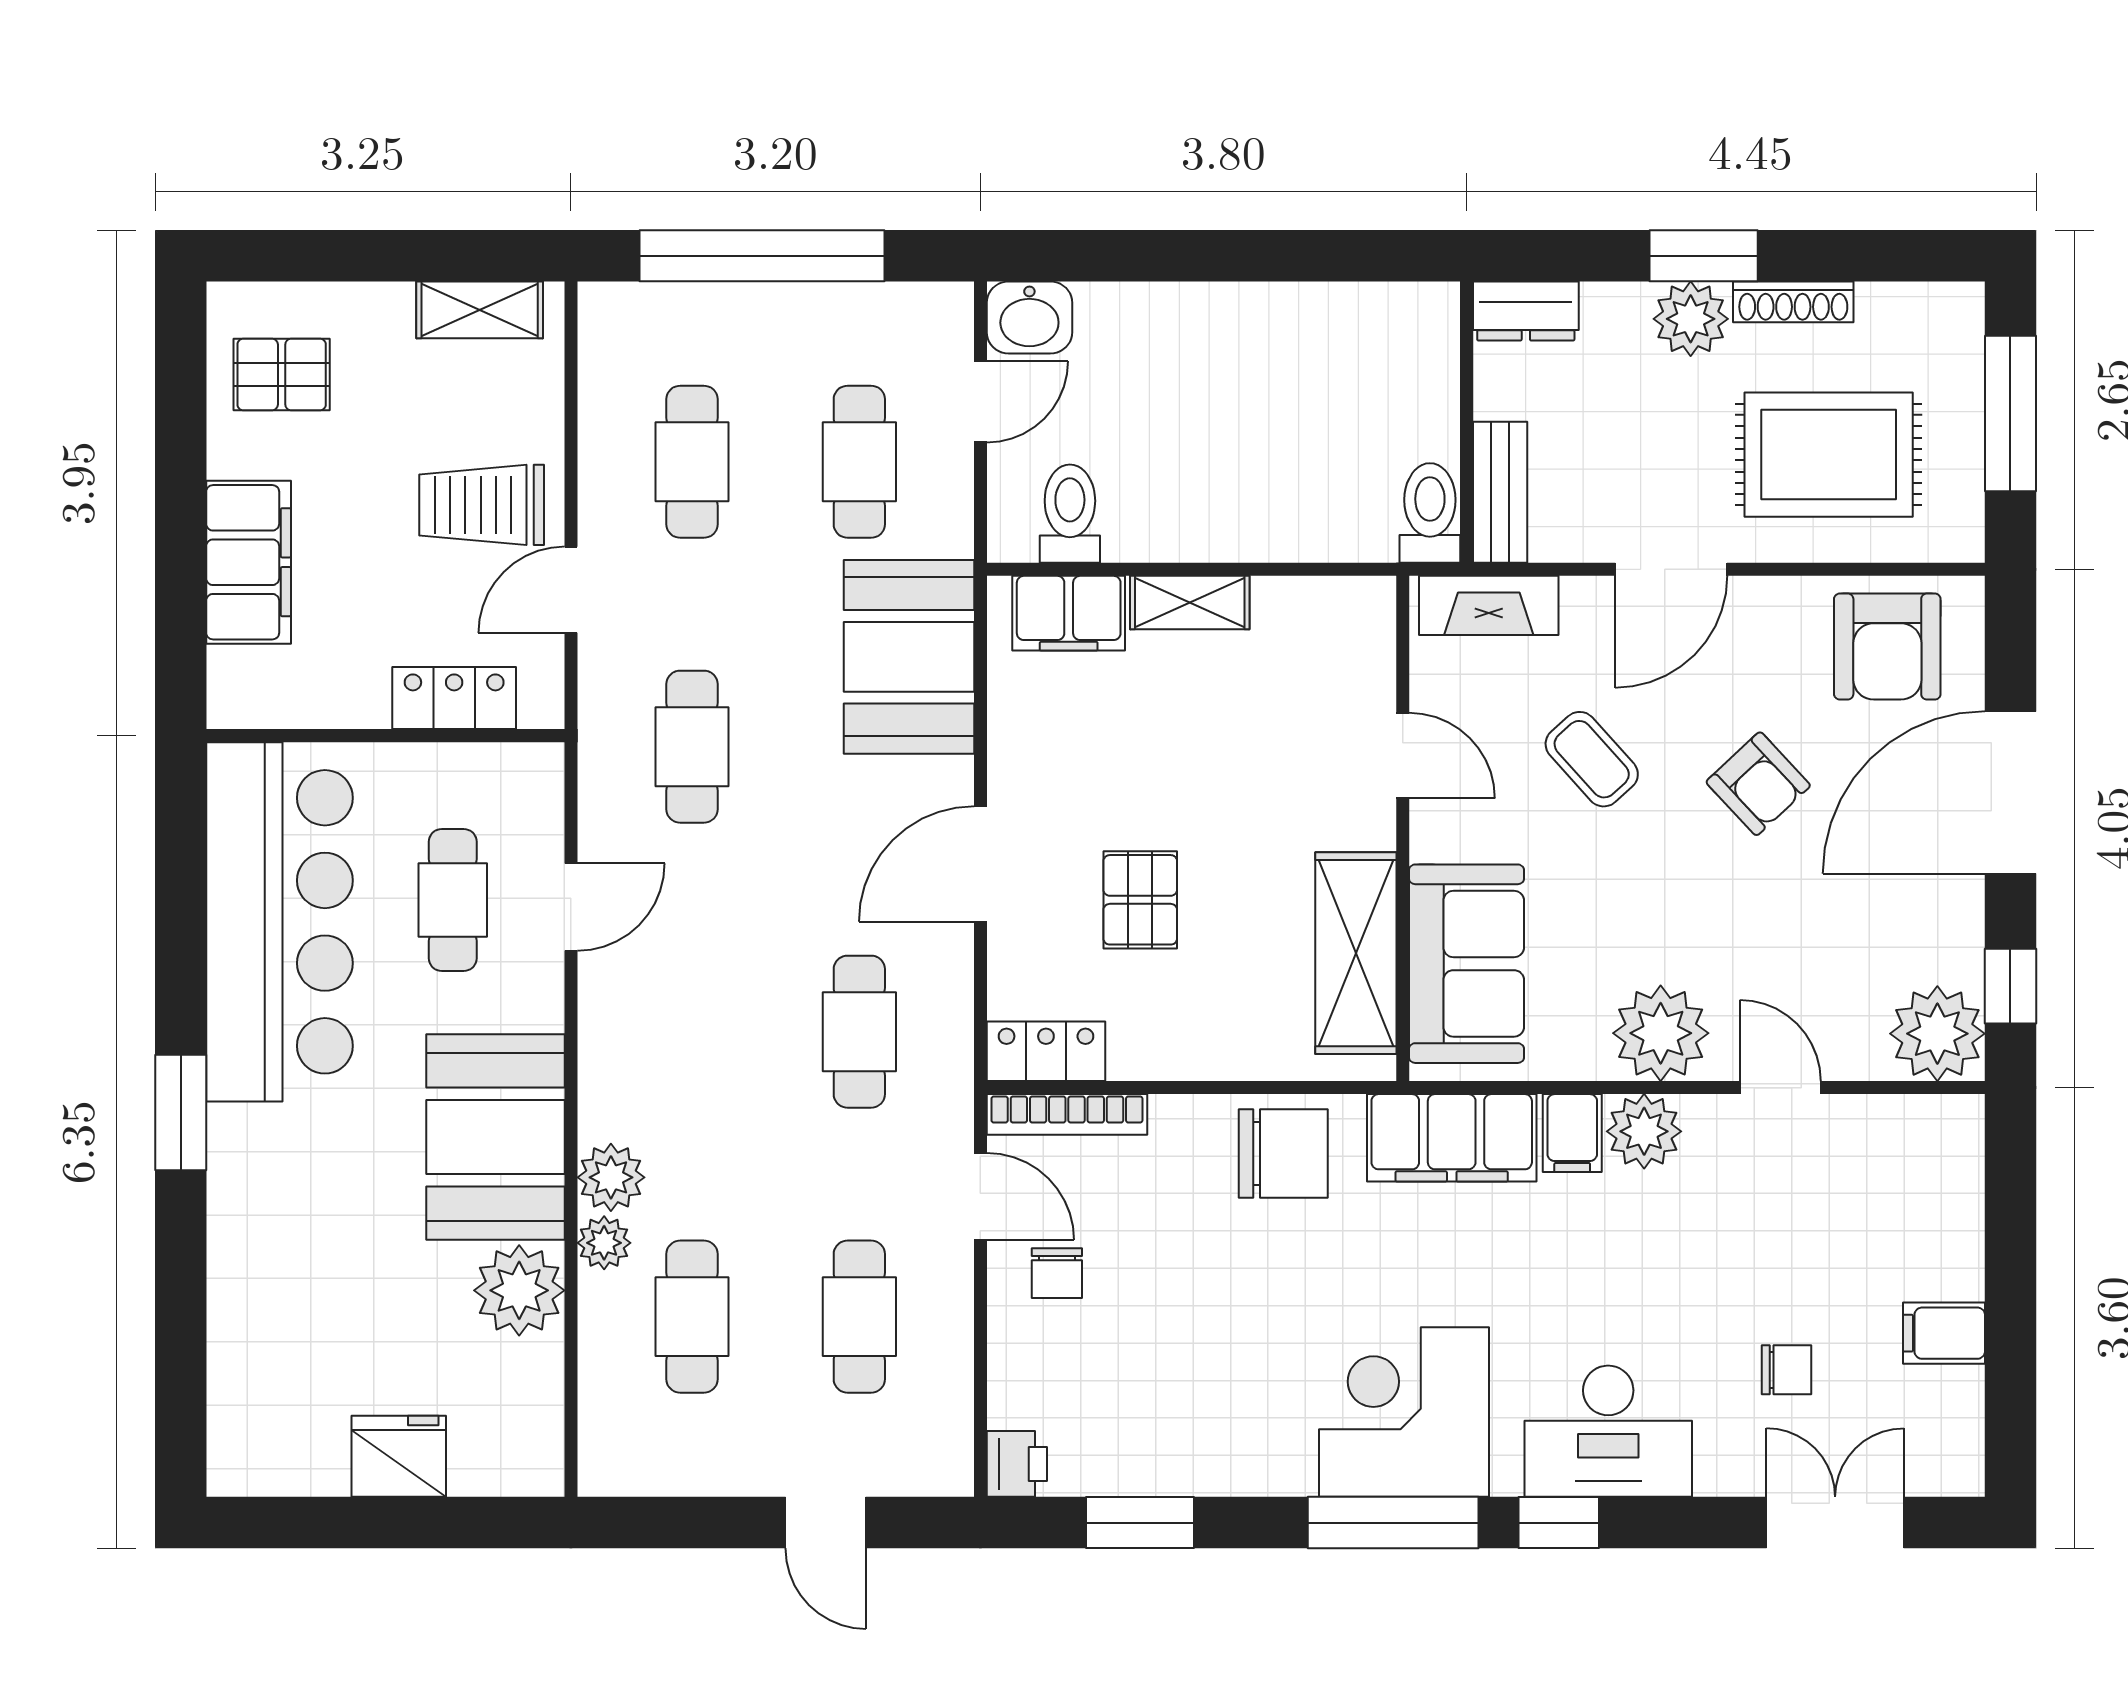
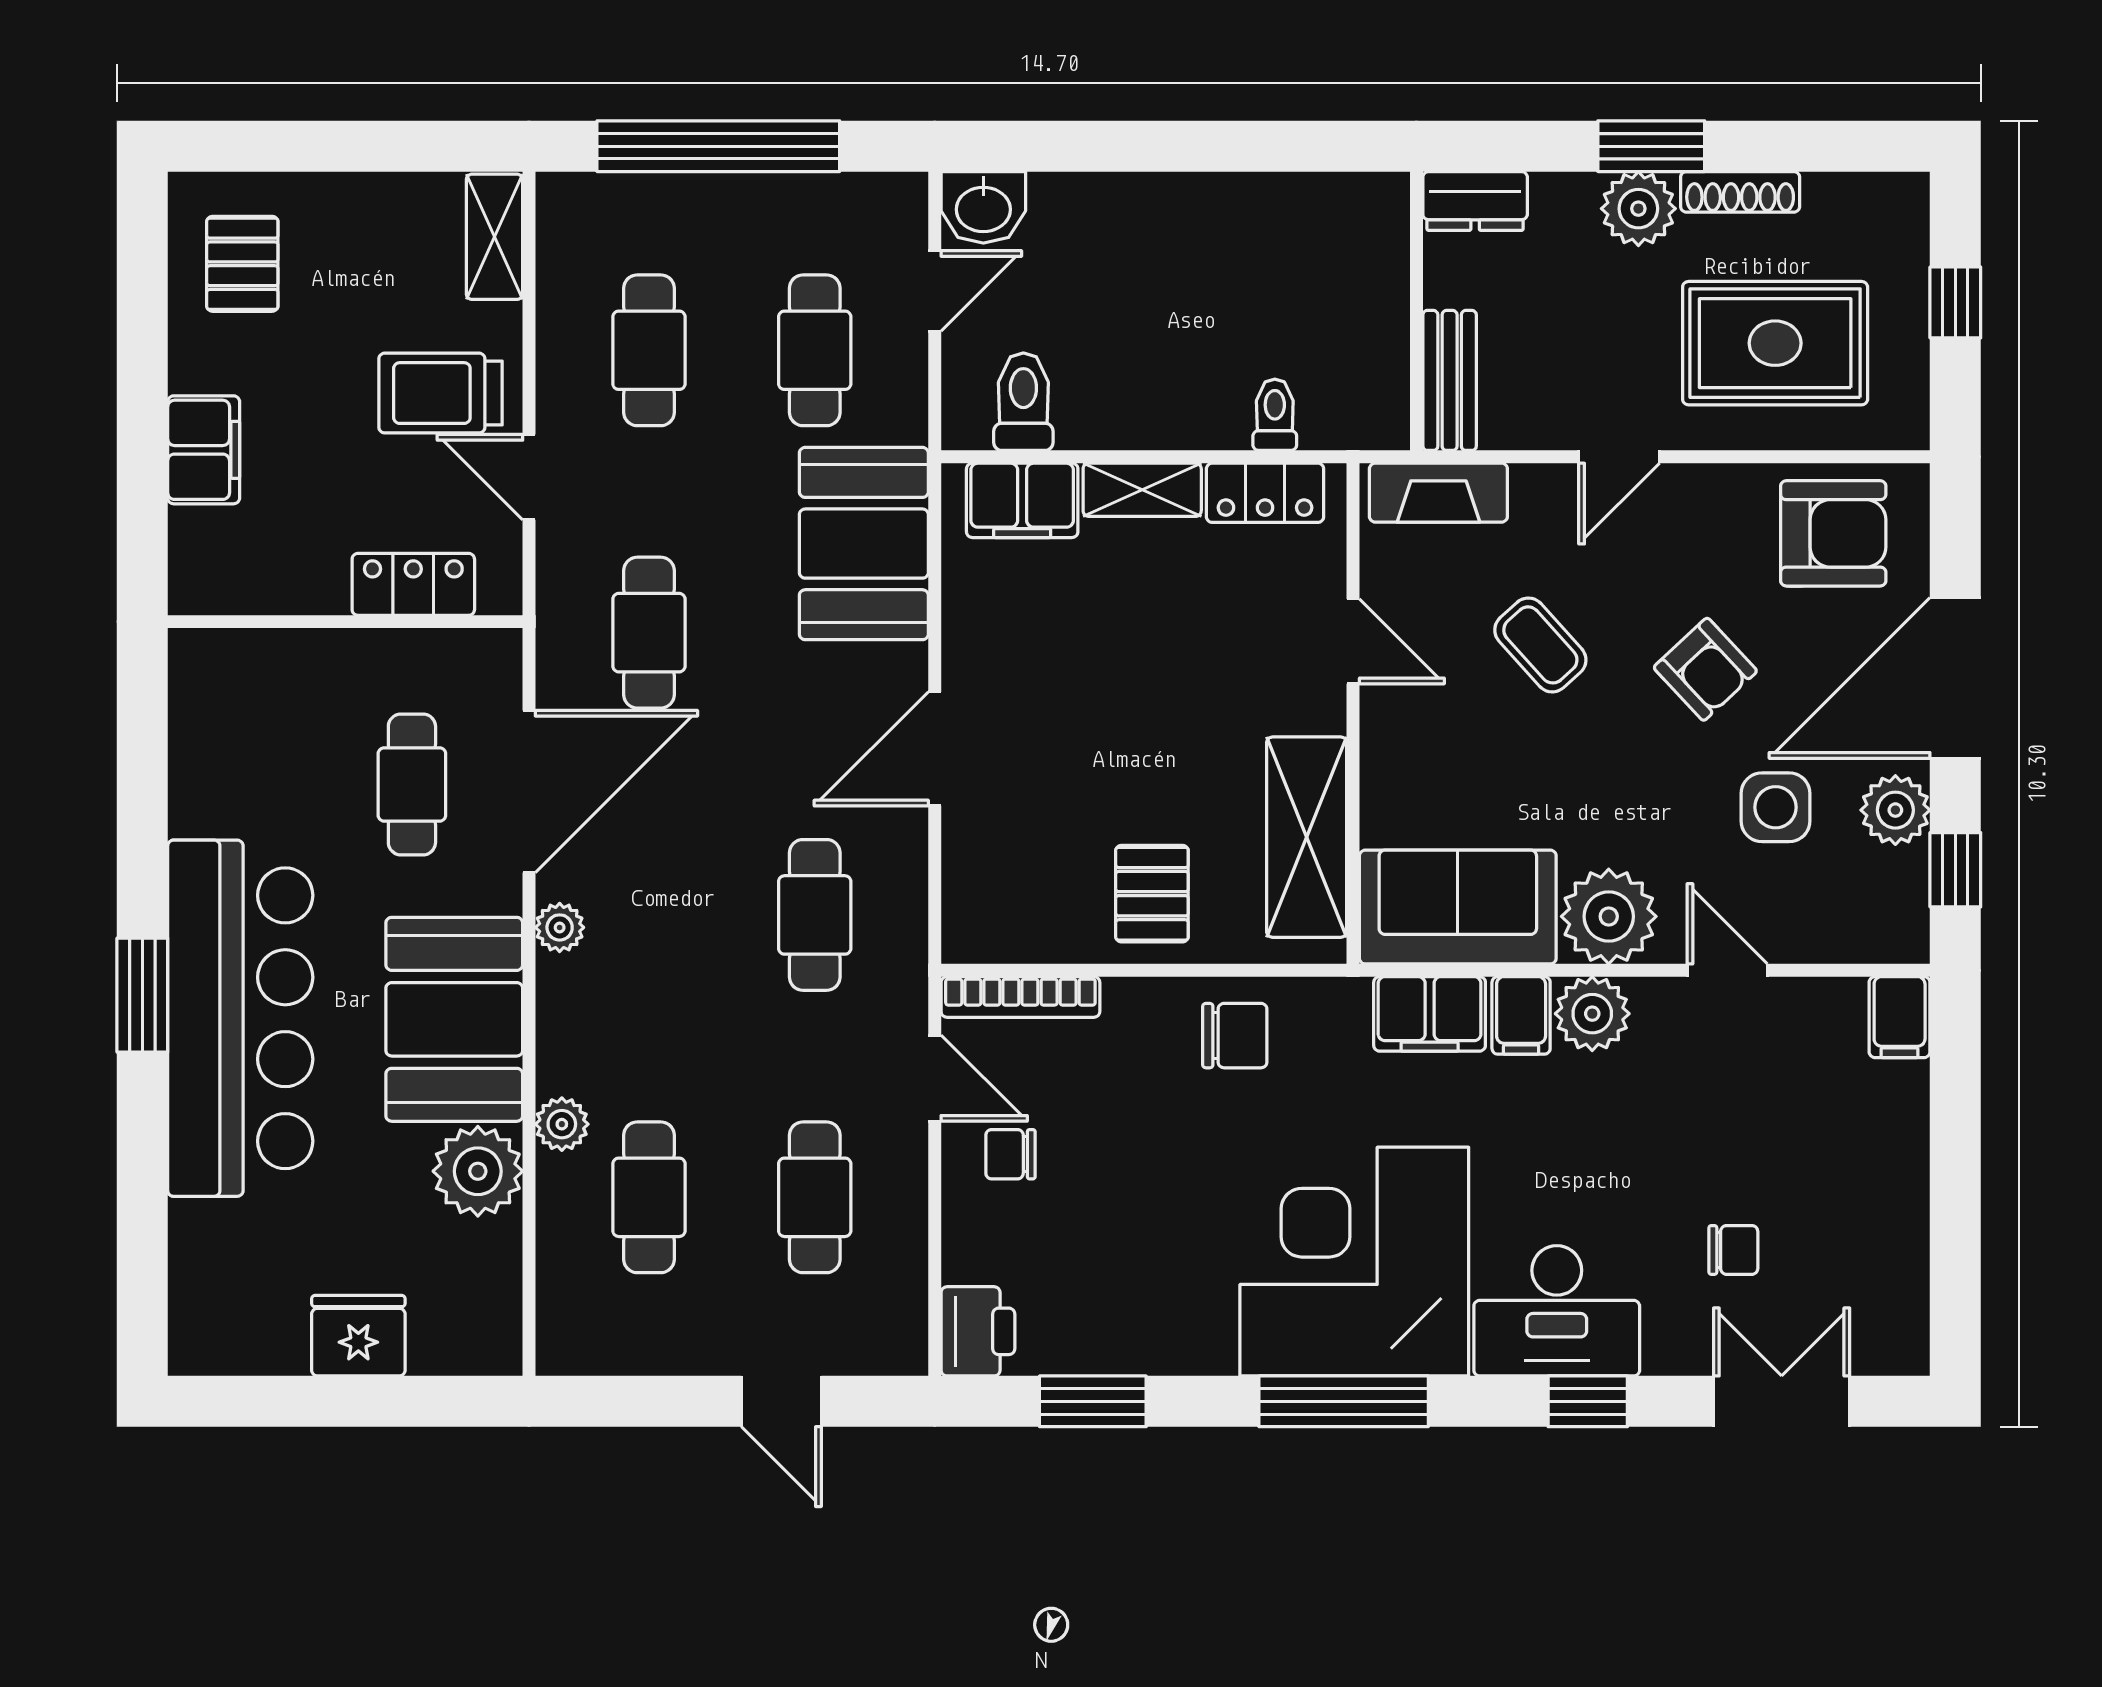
shelving: (480, 310) -> (494, 237), moved, turned 90
pallet: (282, 374) -> (242, 264), turned 90
window: (2010, 413) -> (1955, 302), width x0.46
toilet: (1430, 513) -> (1275, 415), moved, width x0.73, depth x0.72
filing cabinet: (249, 562) -> (204, 450), width x0.67, depth x0.86
door: (1671, 569) -> (1619, 457), width x0.73
door: (571, 590) -> (529, 477), hinge flipped
armchair: (1887, 647) -> (1833, 533), turned -90
pallet: (1140, 900) -> (1152, 894), moved
door: (571, 907) -> (529, 791), width x1.88
bar counter: (279, 922) -> (240, 1018), moved
side table: (1829, 923) -> (1776, 807), added
sofa: (1466, 964) -> (1458, 907), moved, turned -90
plant: (1937, 1034) -> (1895, 810), moved, width x0.73, depth x0.73
locker: (1046, 1051) -> (1265, 493), moved, turned 180
filing cabinet: (1452, 1138) -> (1430, 1014), width x0.67, depth x0.86
chair: (1283, 1153) -> (1235, 1036), width x0.73, depth x0.73
plant: (611, 1177) -> (560, 927), moved, width x0.73, depth x0.73
chair: (1057, 1273) -> (1010, 1154), turned 90
filing cabinet: (1944, 1333) -> (1900, 1017), moved, turned -90
corner desk: (1404, 1412) -> (1354, 1262), width x1.36, depth x1.36
printer: (1017, 1464) -> (978, 1331), width x1.36, depth x1.24
window: (1559, 1523) -> (1588, 1401), moved

